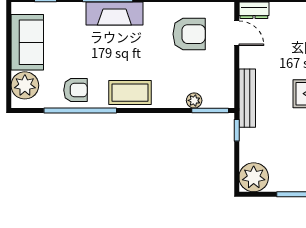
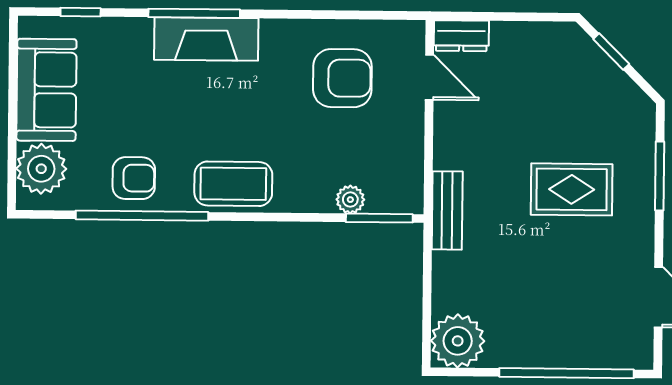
bench: (247, 98) -> (447, 210), width x0.73
window: (237, 130) -> (427, 255), removed

